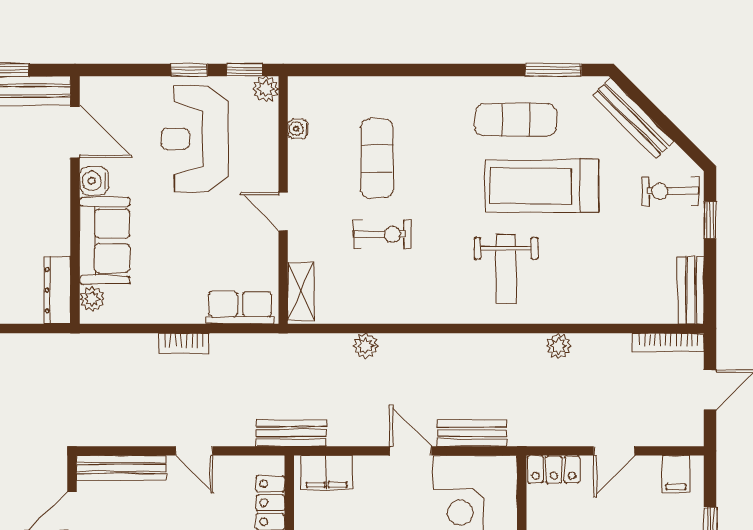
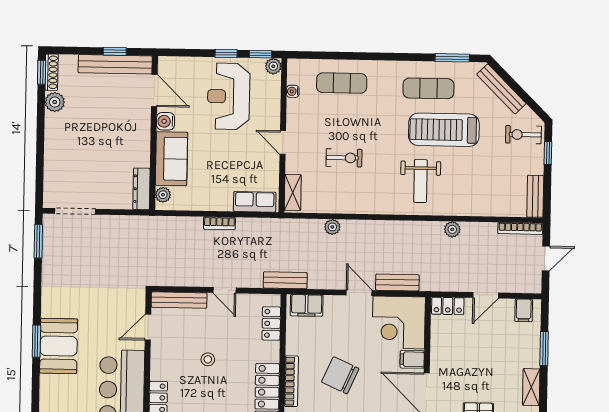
exercise mat: (377, 159) -> (342, 83), moved, turned 90

